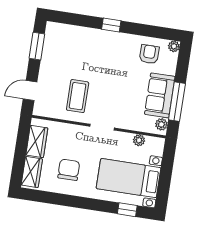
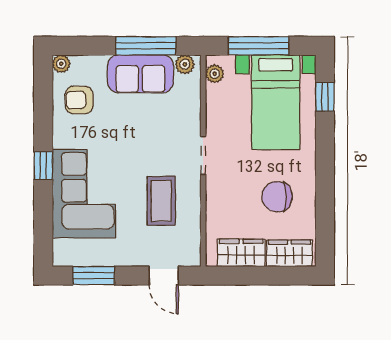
corner sofa: (90, 48) -> (84, 194), added
coffee table: (78, 96) -> (161, 201), turned 90
plant: (139, 140) -> (215, 74), moved
window: (166, 173) -> (258, 46), added

